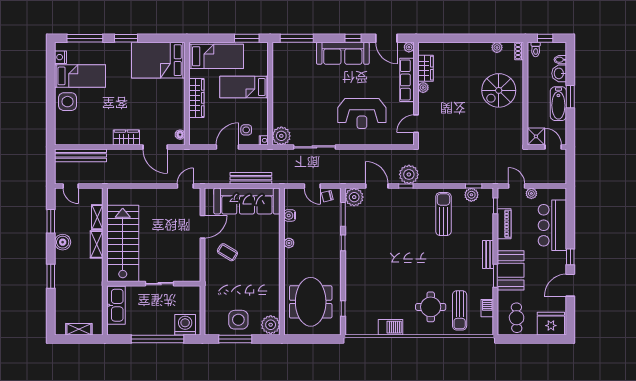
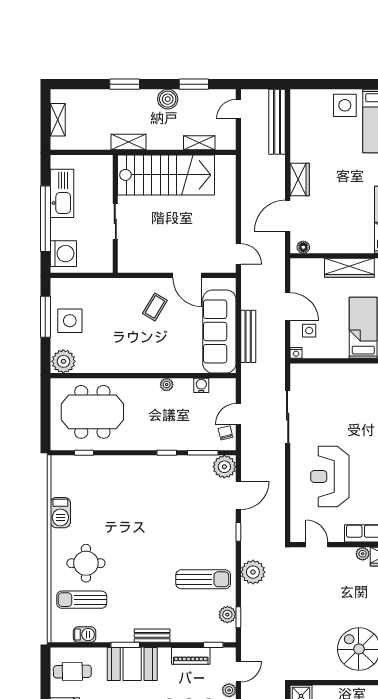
plant: (281, 136) -> (302, 375), removed
plant: (409, 174) -> (253, 572), moved
shelving: (97, 244) -> (128, 142), moved
kitchen sink: (116, 305) -> (62, 193), moved, turned -90

